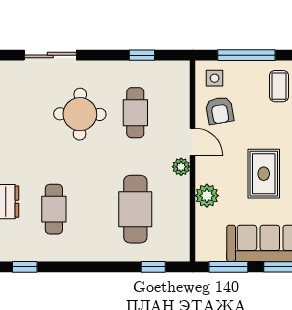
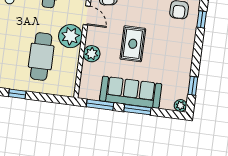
plant: (181, 167) -> (70, 36), width x1.88, depth x1.88
window: (153, 267) -> (17, 94), moved

